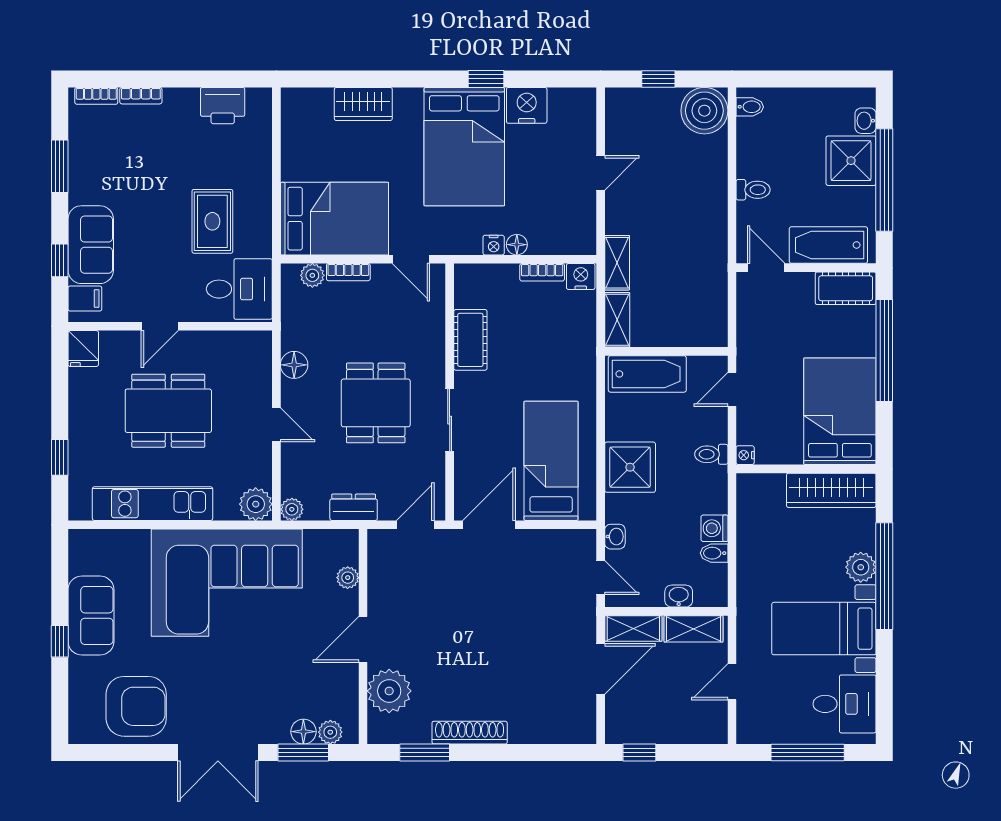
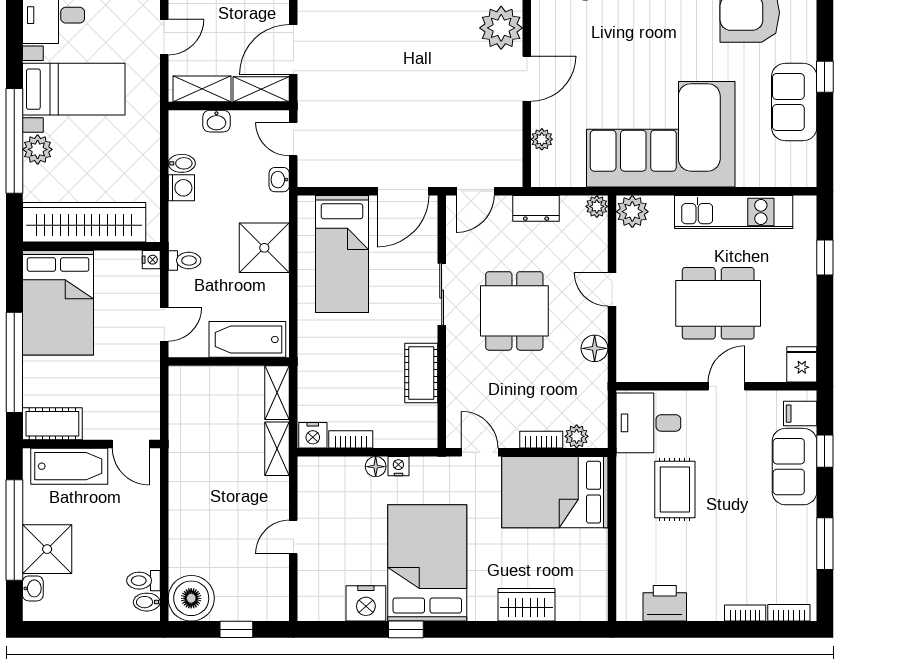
toilet: (753, 190) -> (143, 581), moved
wardrobe: (831, 490) -> (84, 222), width x1.40, depth x1.17

